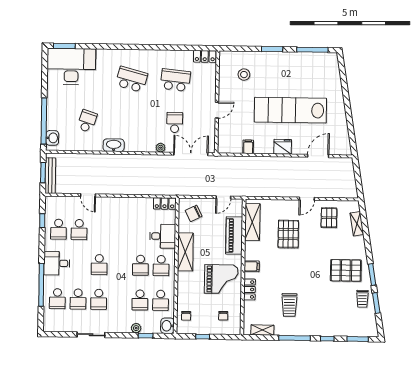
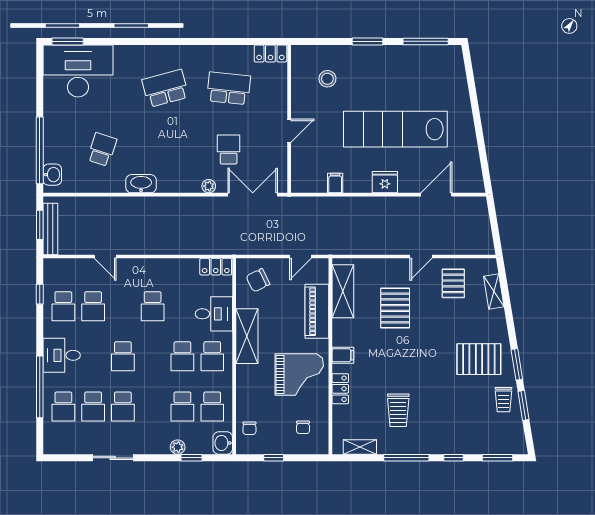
school desk: (132, 79) -> (165, 88), turned -30
school desk: (120, 230) -> (153, 306), added

